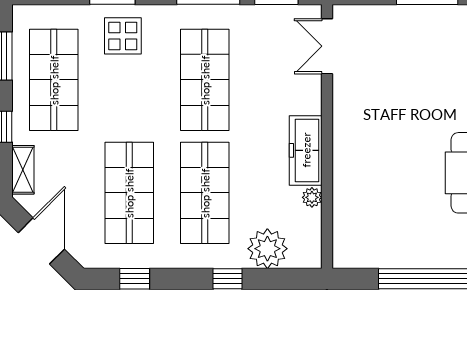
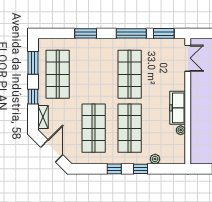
display table: (123, 36) -> (91, 53), removed
double door: (327, 46) -> (188, 58), swing flipped
plant: (267, 249) -> (155, 159), width x0.53, depth x0.53
window: (135, 279) -> (114, 169), moved

